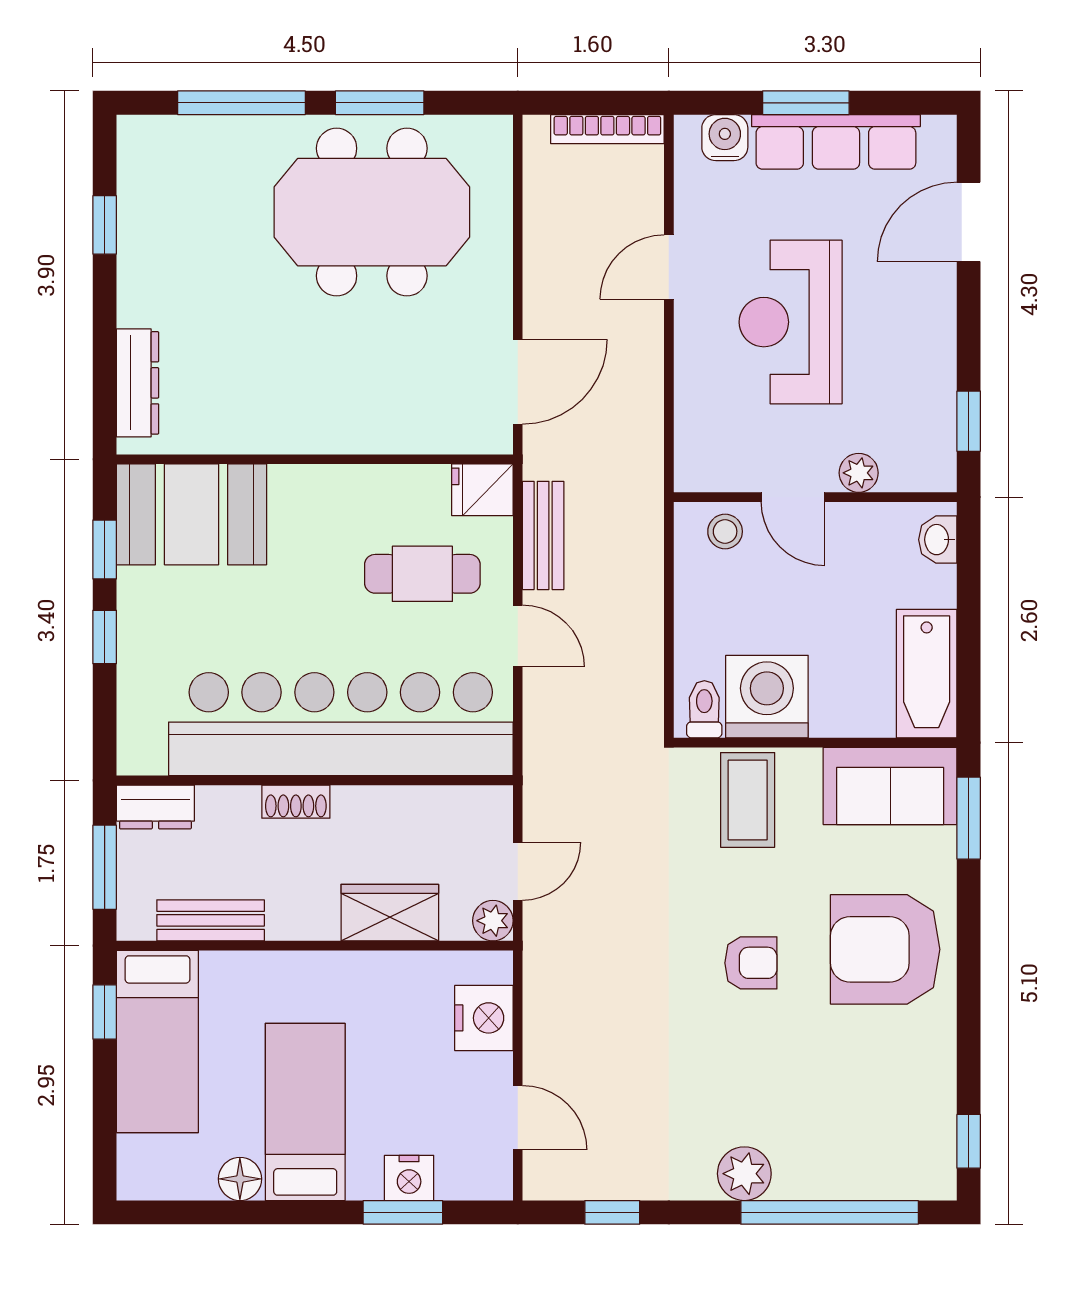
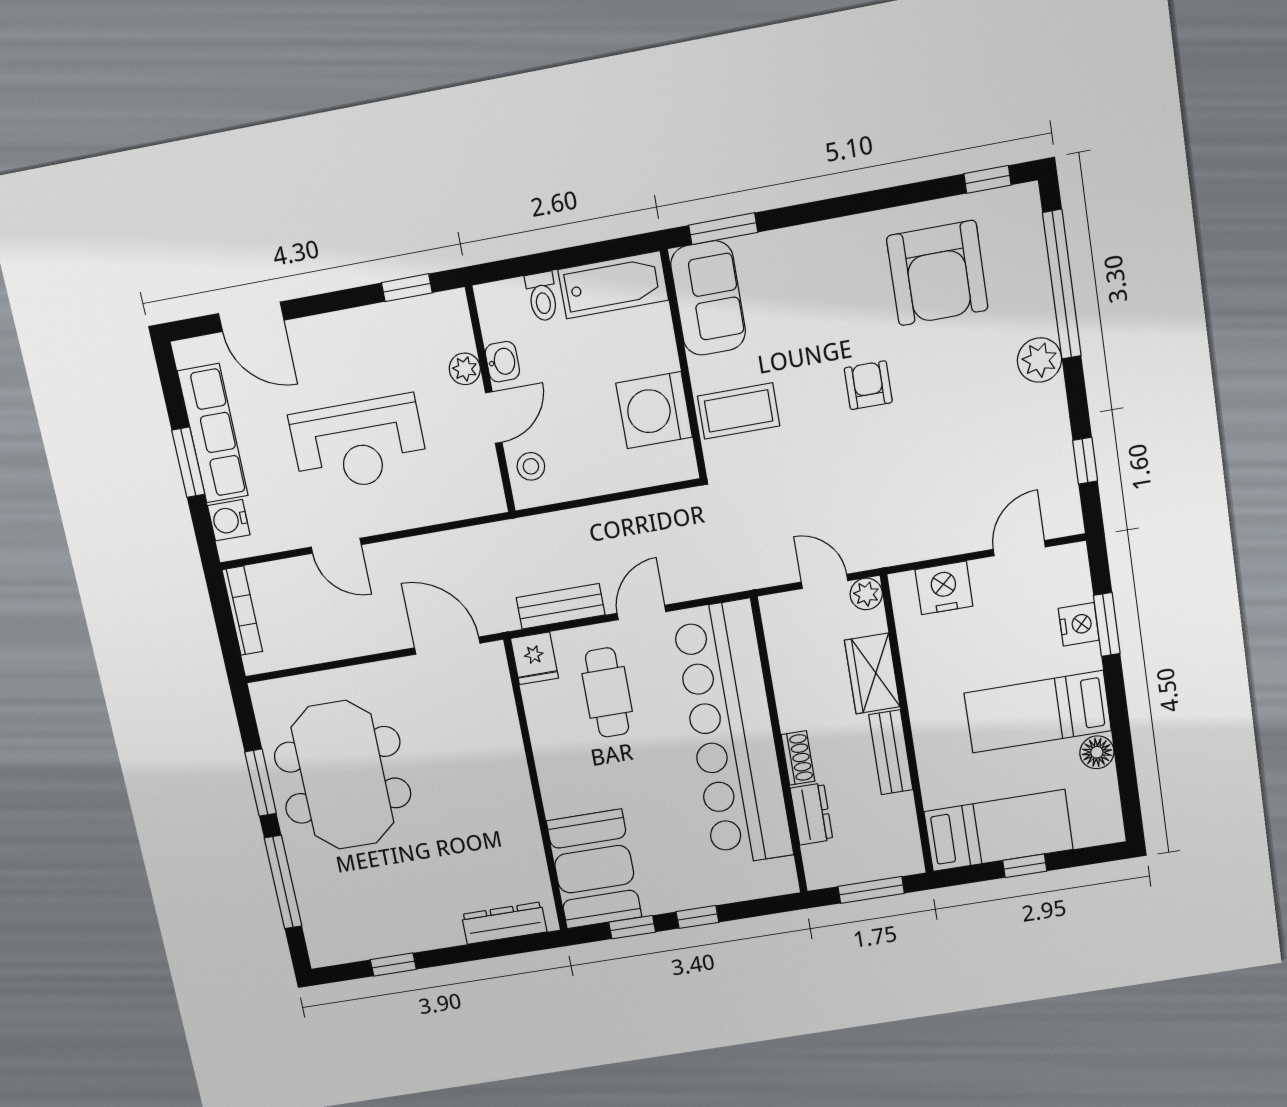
washbasin: (938, 540) -> (502, 362), moved, turned -90
toilet: (704, 709) -> (542, 297), moved, turned -90
dresser: (155, 807) -> (812, 814), moved
bench: (211, 920) -> (891, 752), moved
armchair: (885, 949) -> (937, 273), moved
window: (105, 1012) -> (1025, 866), moved

